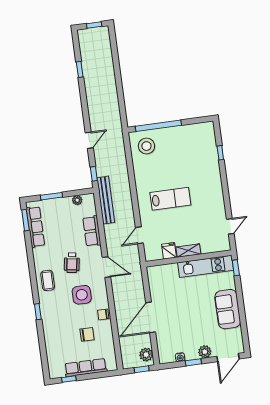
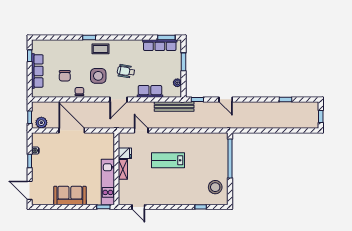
stool: (146, 146) -> (215, 187), moved
lab bench: (170, 199) -> (168, 160), turned 90
coffee table: (48, 280) -> (100, 49), moved
plant: (205, 352) -> (37, 172), removed

